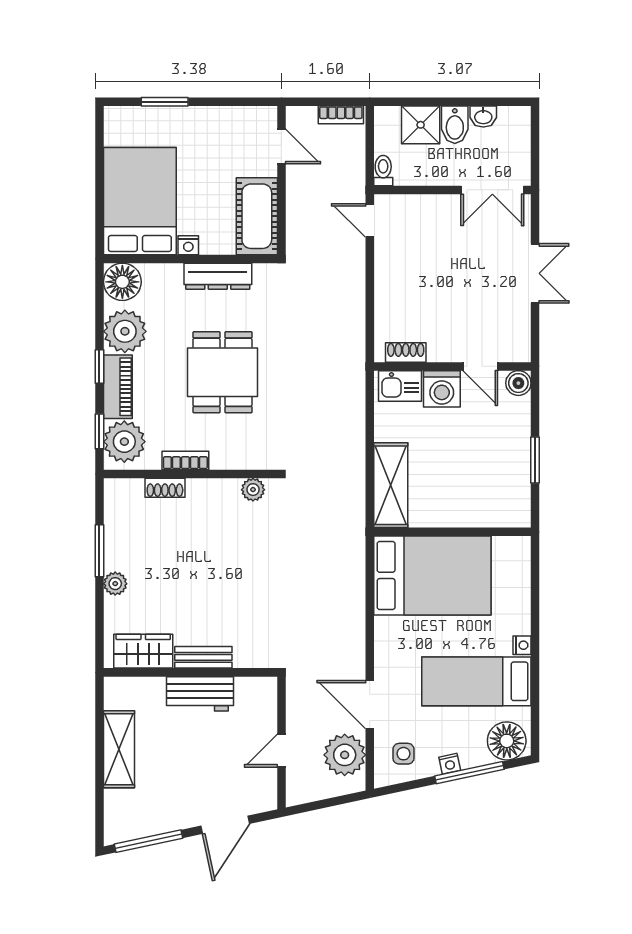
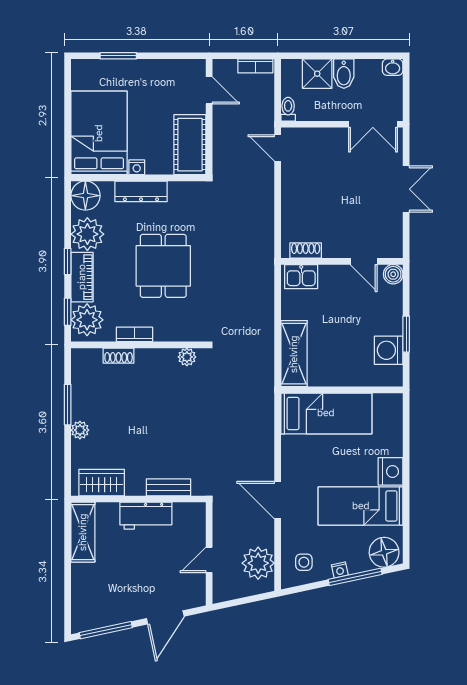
washbasin: (483, 117) -> (393, 67), moved
dresser: (218, 276) -> (141, 191), moved
washing machine: (442, 389) -> (389, 350), moved, turned 90
bed: (432, 575) -> (326, 413), width x0.67
nightstand: (522, 645) -> (391, 471), width x1.89, depth x1.79
bench: (203, 657) -> (168, 487), moved
door: (370, 705) -> (278, 500), moved
shelving: (119, 749) -> (83, 532), moved

